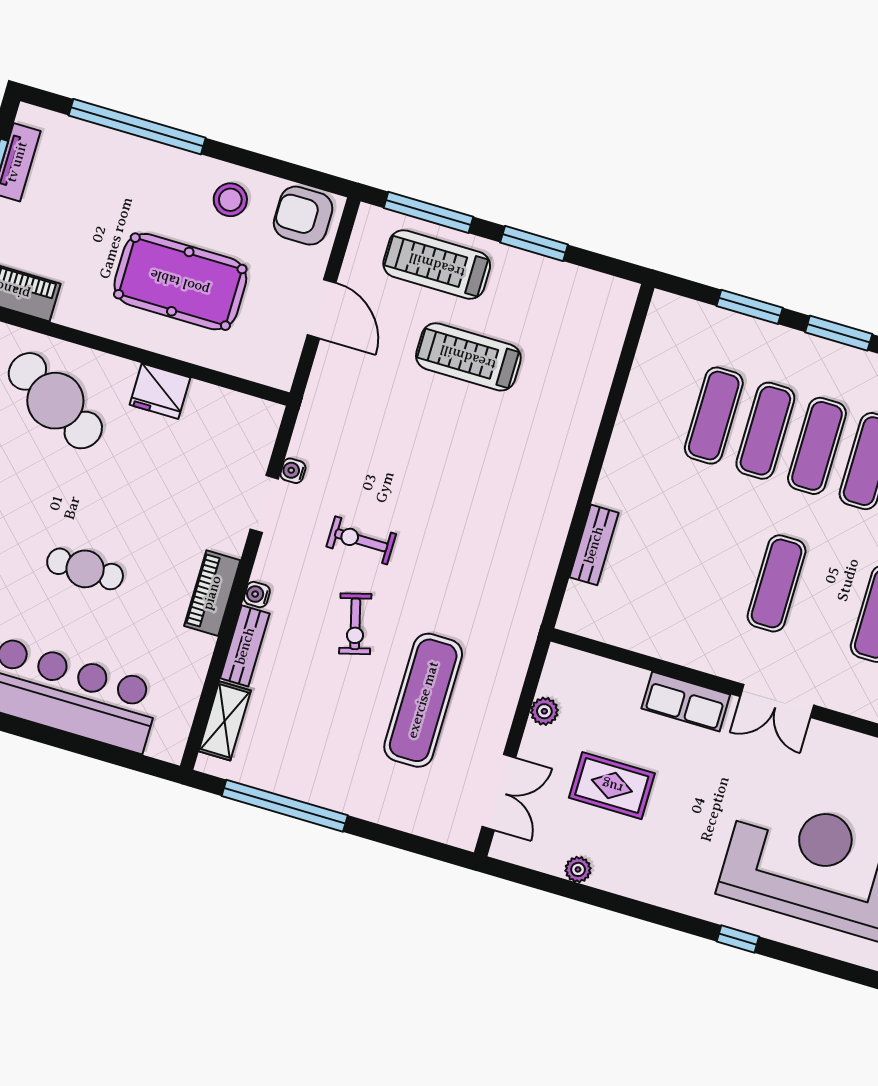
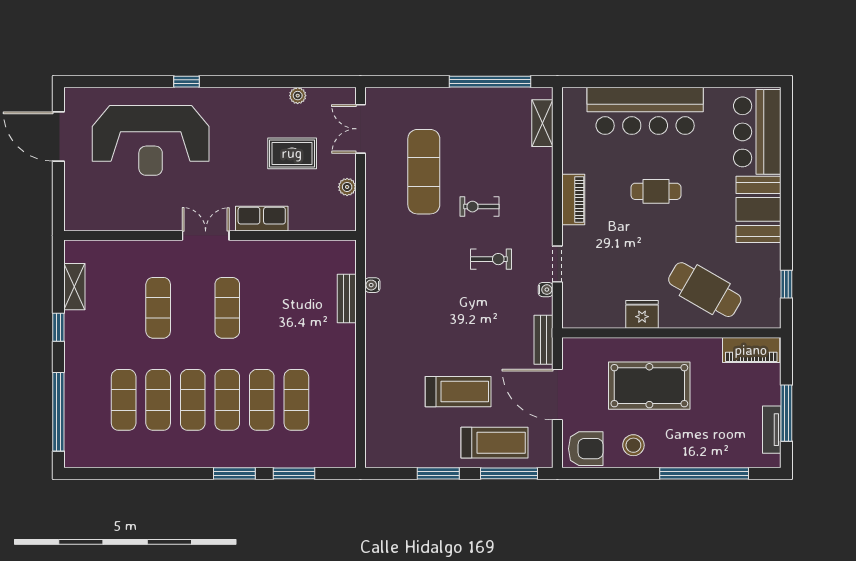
door: (322, 309) -> (557, 395), width x1.36
water cooler: (257, 595) -> (372, 285), moved, turned 180
exercise bike: (355, 624) -> (480, 207), turned -75
bench: (245, 646) -> (544, 340), moved

